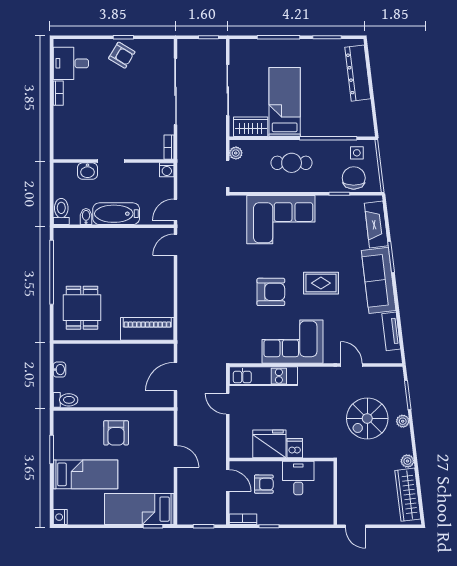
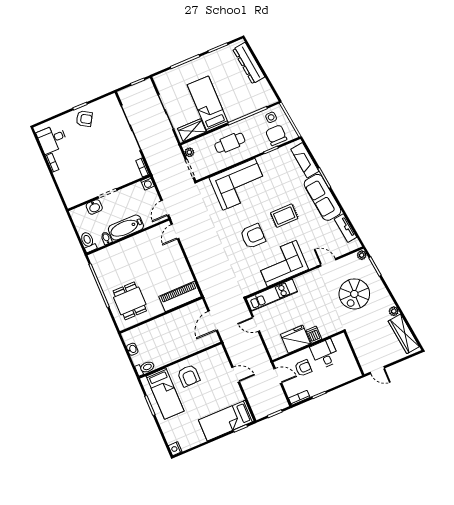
plant: (403, 421) -> (362, 255), moved
bed: (85, 474) -> (165, 394), moved, turned 90

